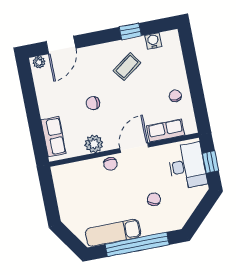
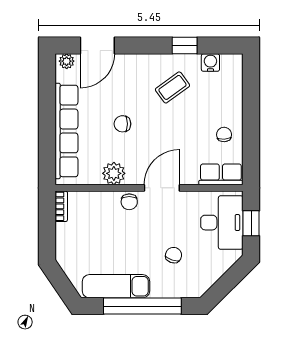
row of seats: (166, 130) -> (221, 174), moved
row of seats: (53, 137) -> (66, 131), width x2.02
bookcase: (57, 178) -> (61, 206), added

